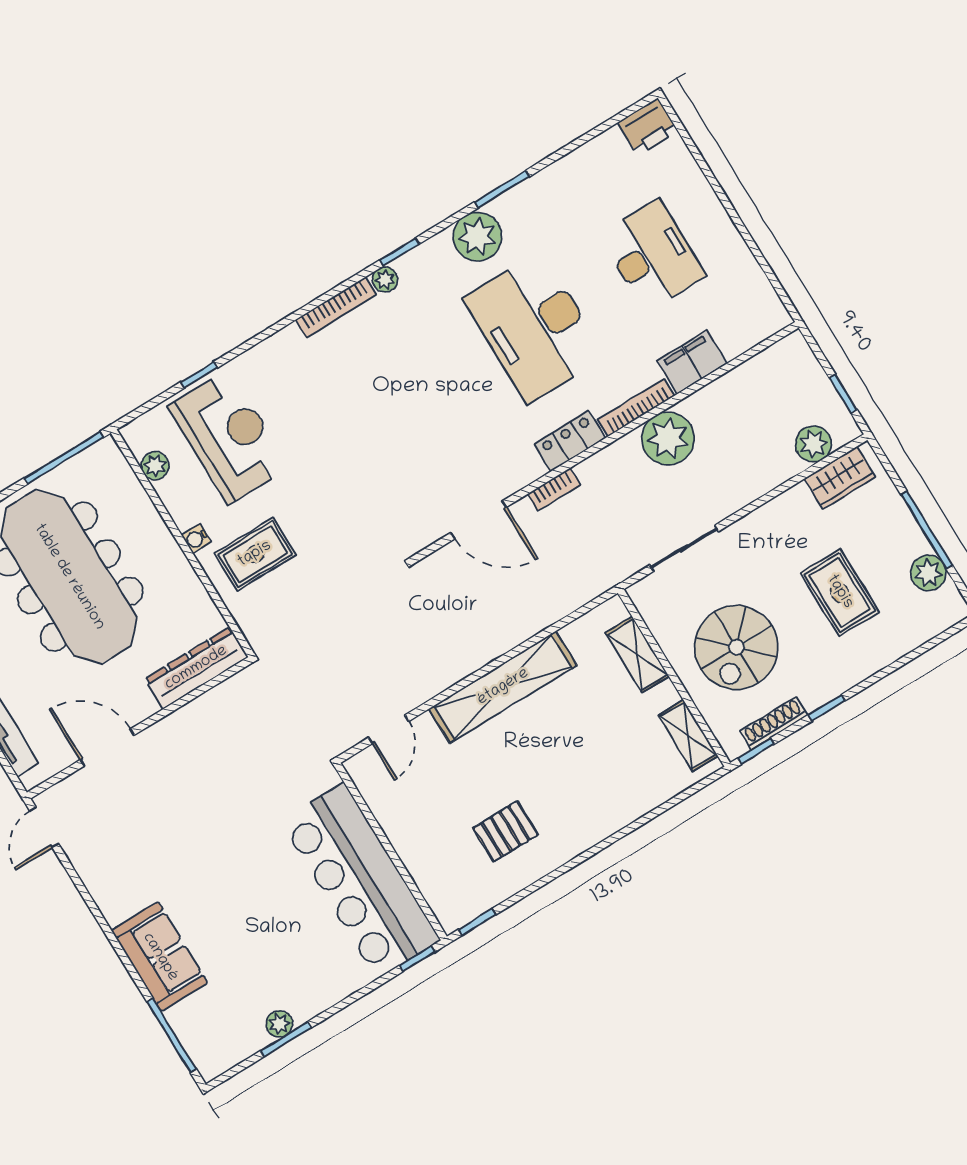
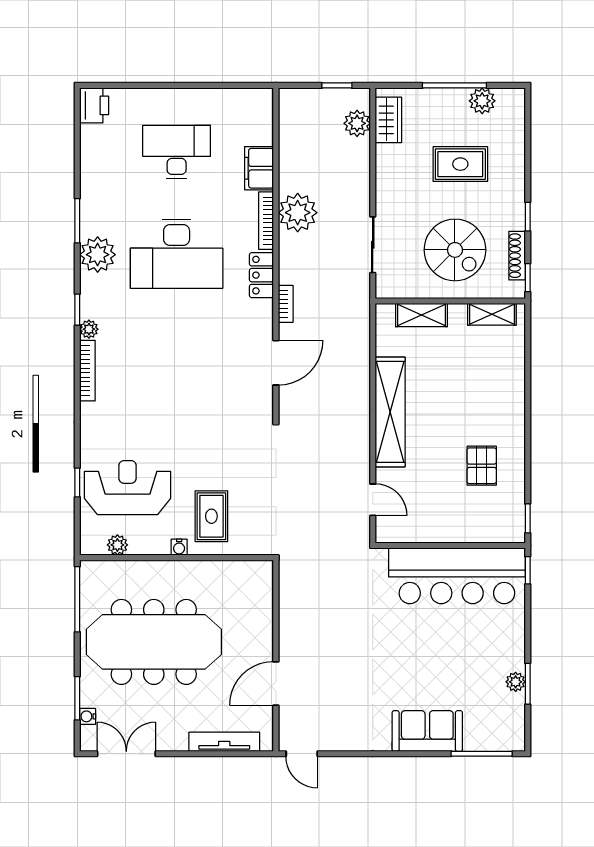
dresser: (196, 668) -> (260, 597), removed

